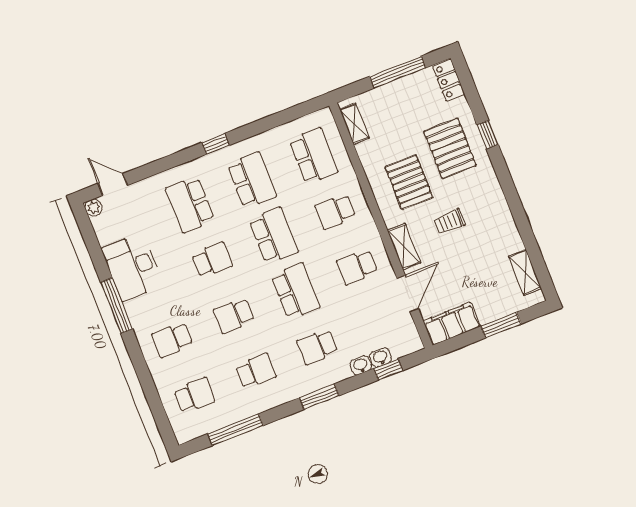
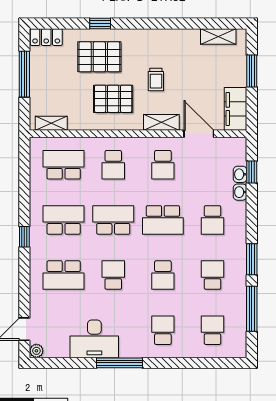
school desk: (296, 291) -> (163, 220), turned 180
school desk: (172, 340) -> (163, 330), turned 180
window: (319, 397) -> (252, 259), moved

